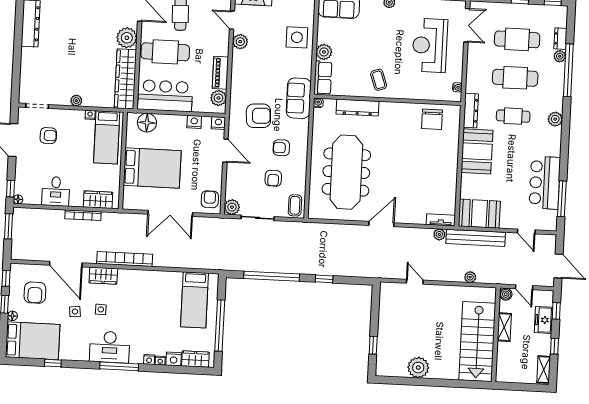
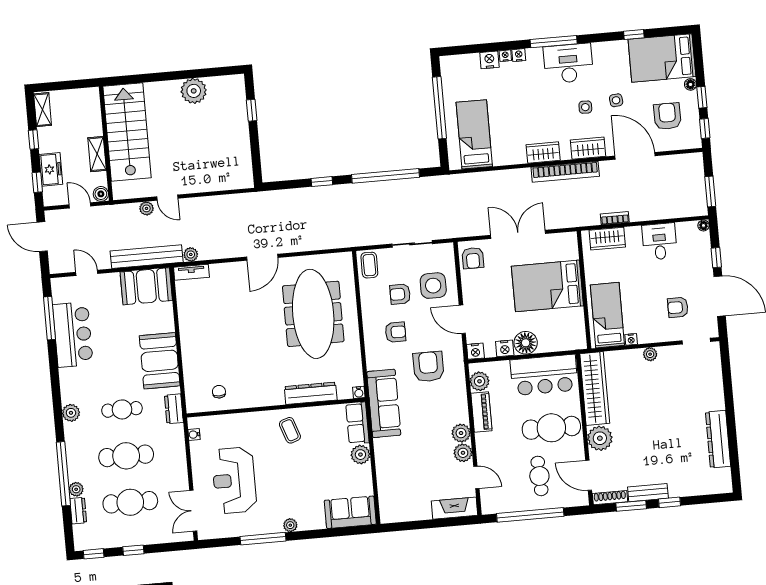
side table: (297, 37) -> (433, 286), moved
reception desk: (430, 45) -> (234, 480), turned 180
sofa: (299, 98) -> (384, 403), width x1.36
dresser: (471, 111) -> (174, 409), width x0.70
armchair: (258, 116) -> (428, 367), turned 93
chair: (432, 119) -> (219, 392), width x0.54, depth x0.54
floor lamp: (147, 123) -> (526, 343), moved
armchair: (273, 178) -> (400, 294), turned -90
window: (10, 189) -> (716, 258), moved
plant: (232, 207) -> (461, 433), moved
bookcase: (83, 215) -> (615, 218), width x0.64
door: (415, 282) -> (167, 198), moved
wardrobe: (195, 359) -> (543, 153), moved, turned 180

